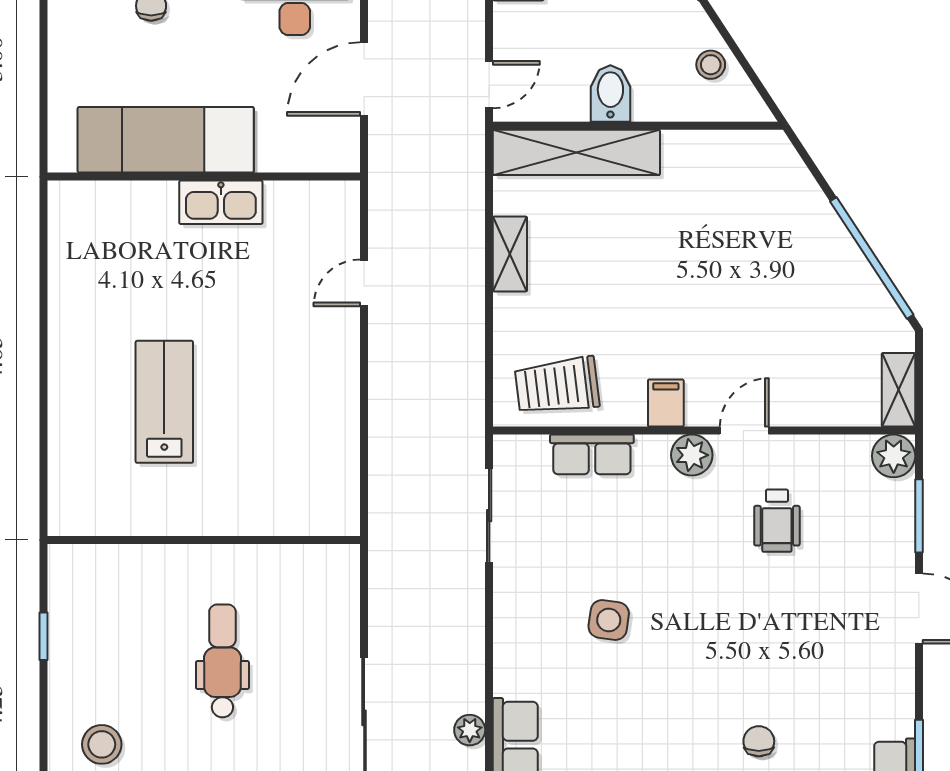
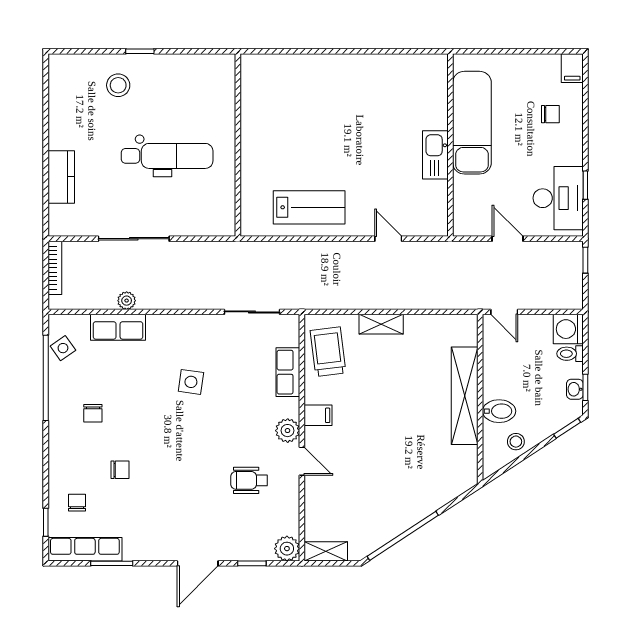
door: (364, 79) -> (508, 239), width x0.73
bidet: (610, 94) -> (499, 411), moved
shelving: (576, 152) -> (465, 396), moved
shelving: (510, 254) -> (381, 324), moved
lab bench: (164, 402) -> (309, 207), moved
window: (919, 516) -> (252, 563), width x0.67
window: (44, 636) -> (140, 51), moved
dental chair: (222, 661) -> (167, 156), width x1.36, depth x1.38

